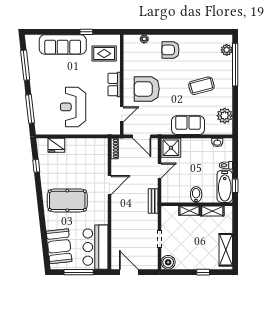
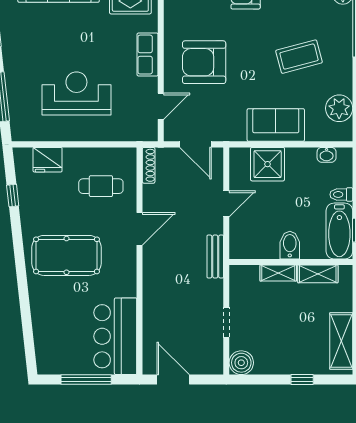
reception desk: (73, 107) -> (76, 93), turned 90
shower: (171, 148) -> (268, 164), moved
cafe table: (87, 160) -> (101, 186), added
booth: (59, 246) -> (52, 335), removed

